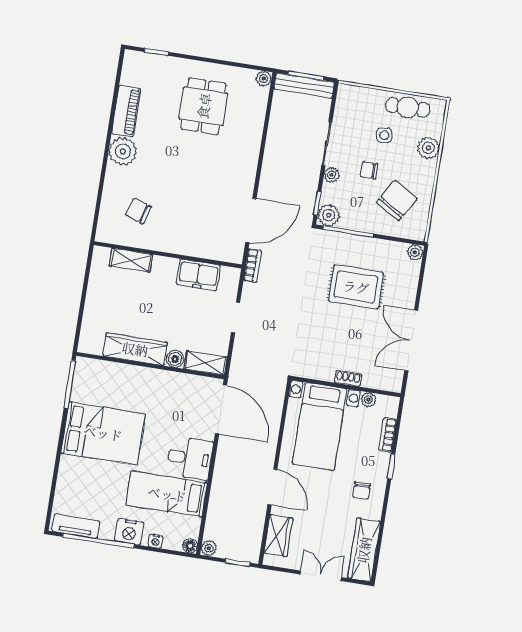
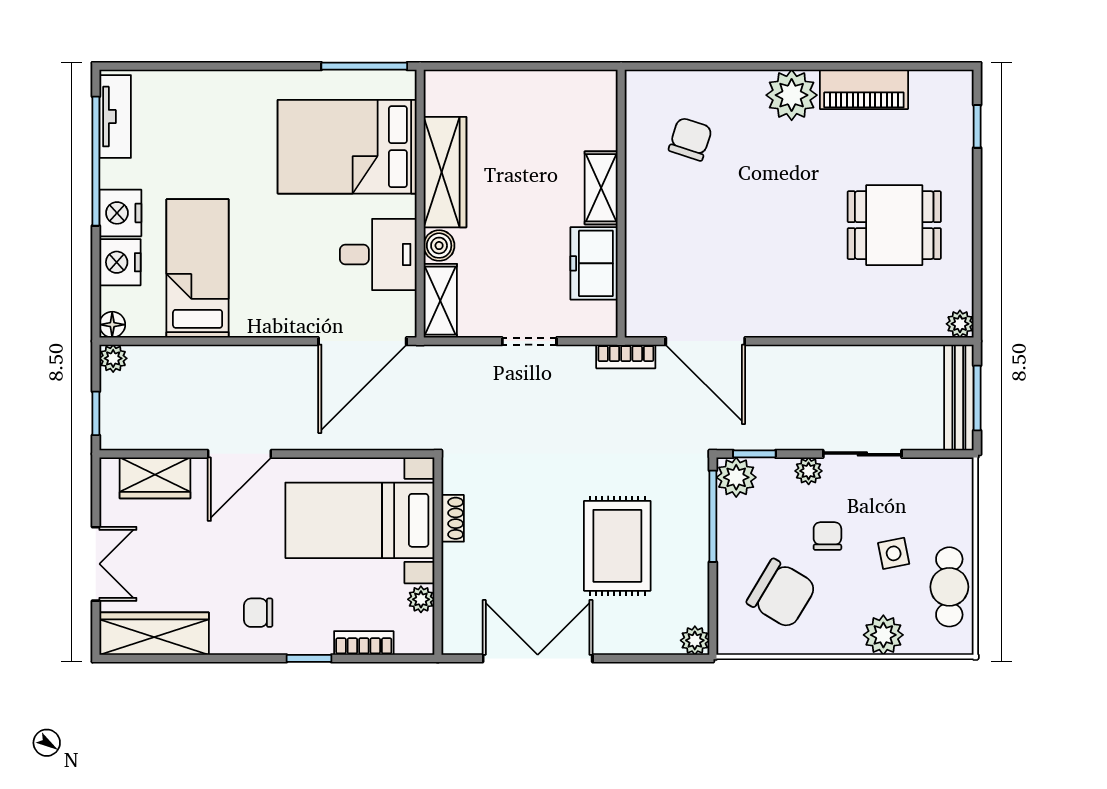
shelving: (131, 260) -> (601, 188), moved
shoe rack: (348, 379) -> (453, 518), moved
bed: (103, 433) -> (347, 147), moved, turned 90
desk: (190, 458) -> (378, 254), moved, turned -90
nightstand: (156, 541) -> (120, 262), width x1.89, depth x1.79

